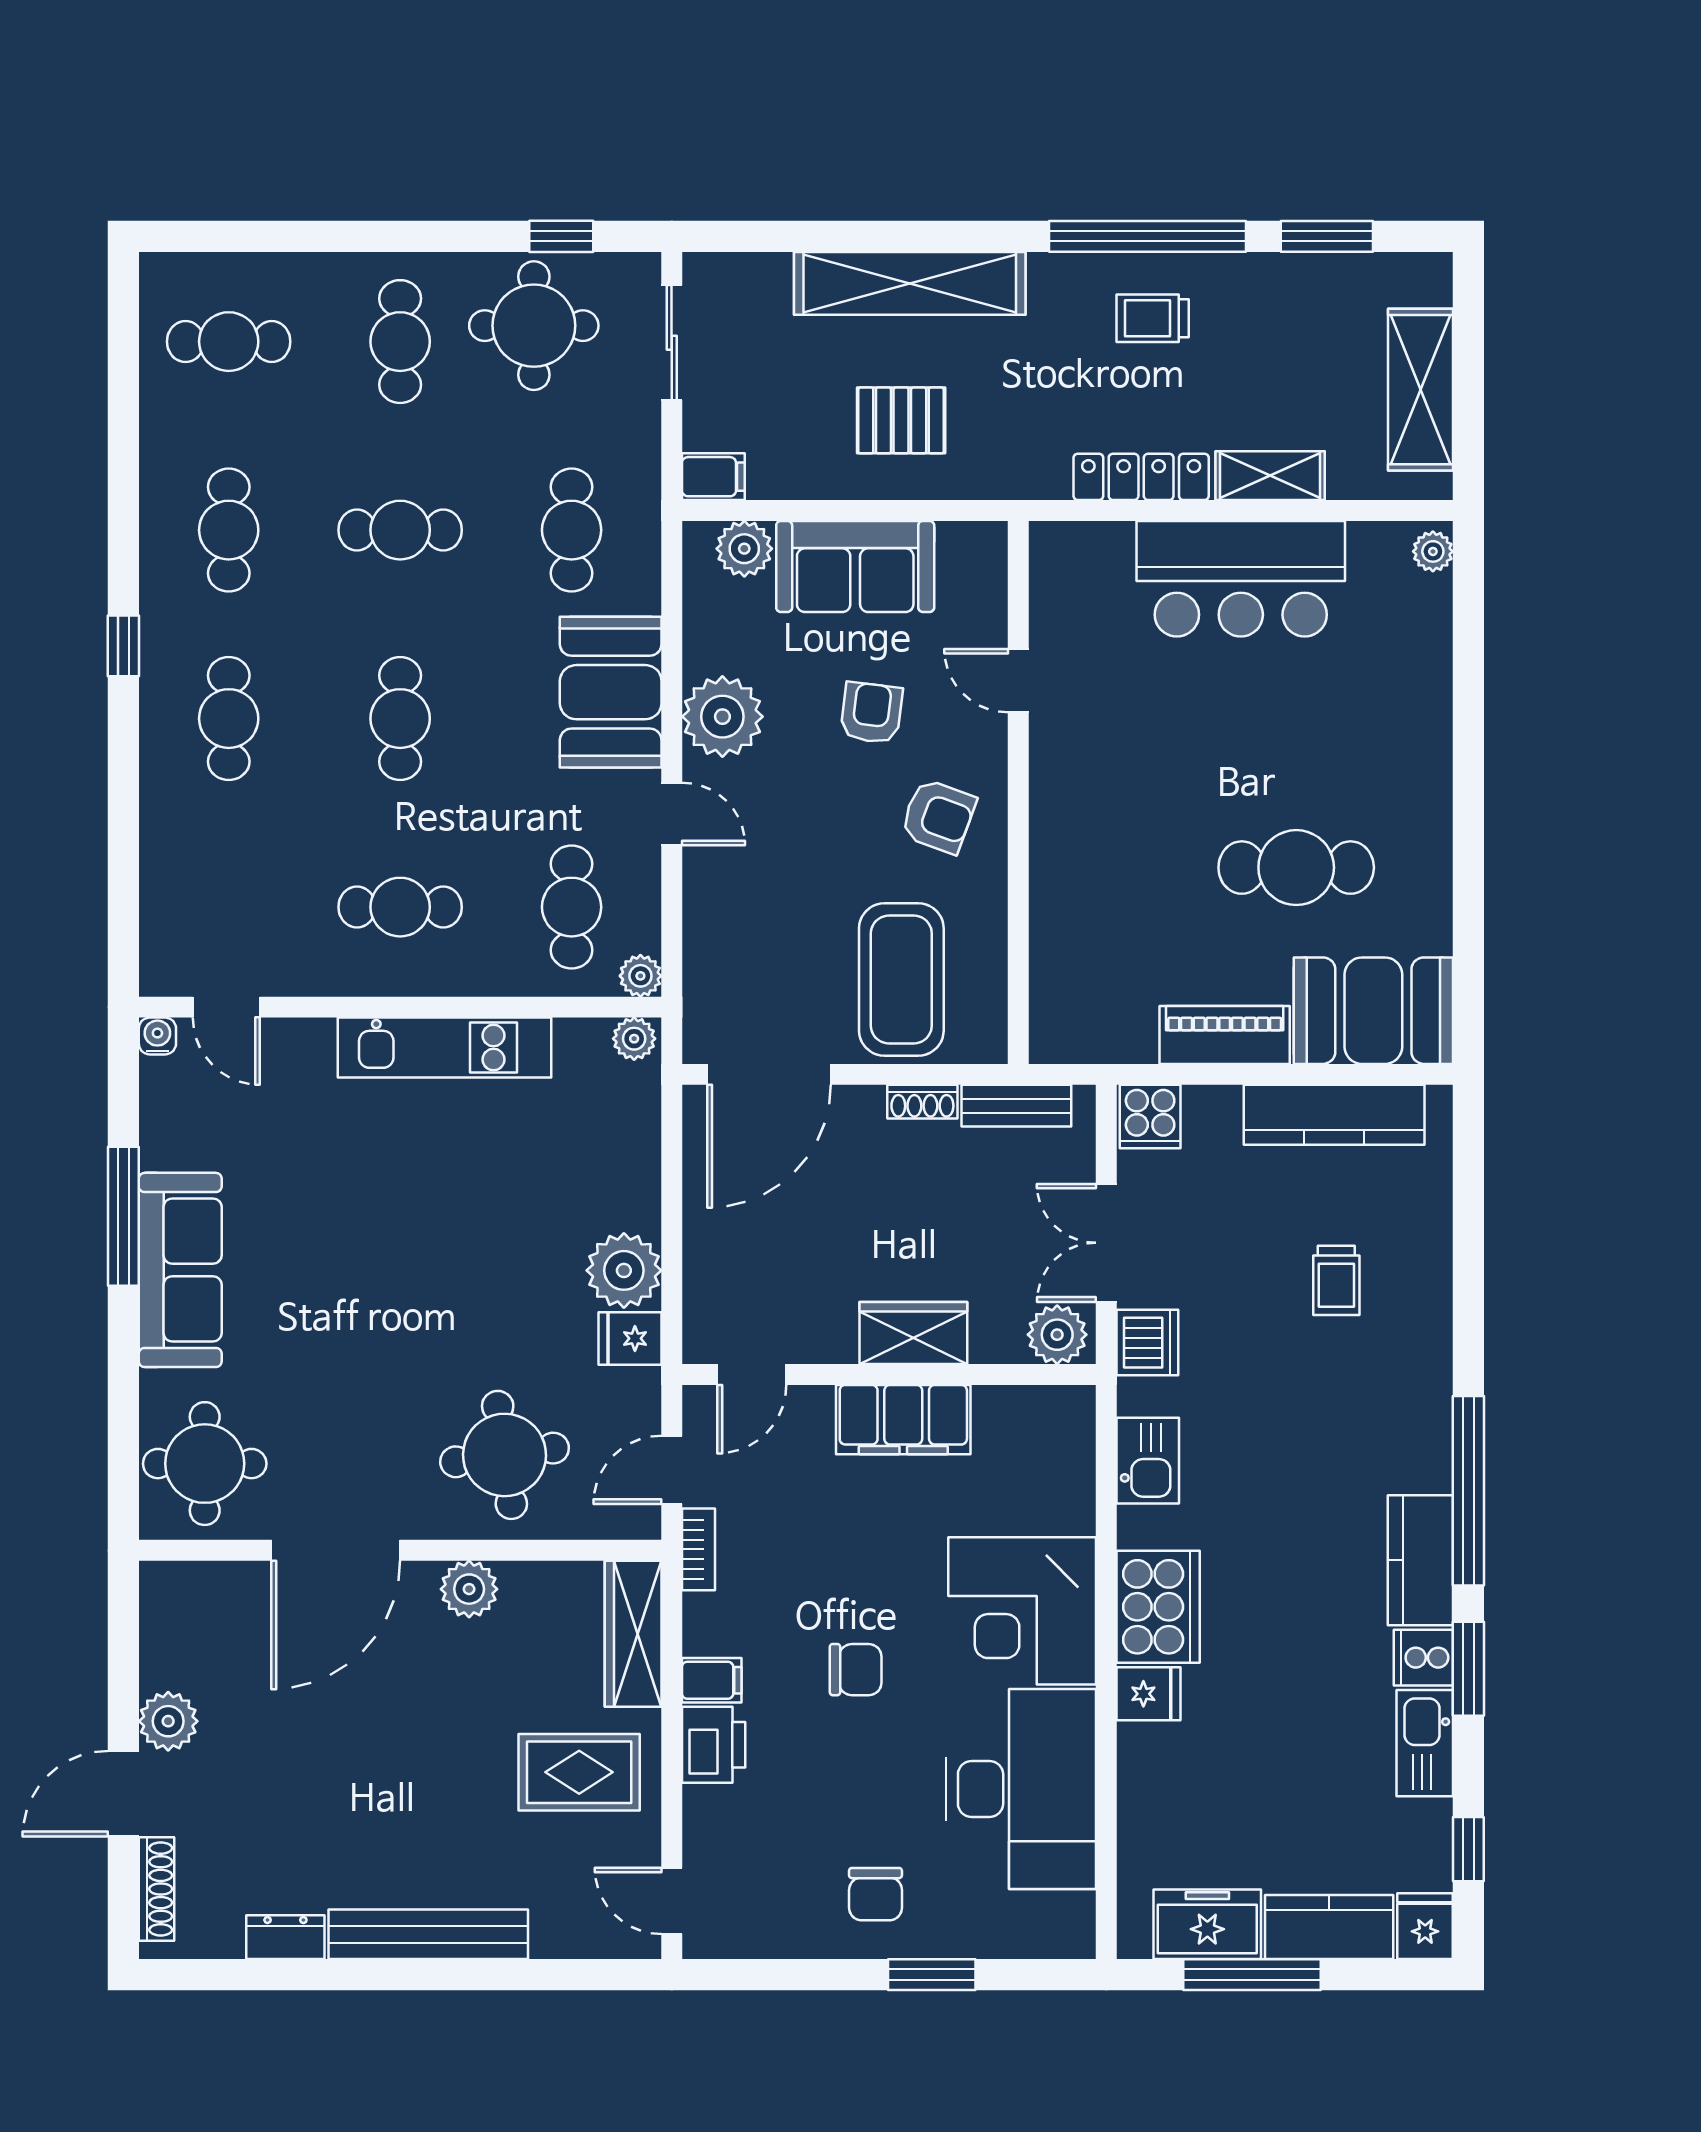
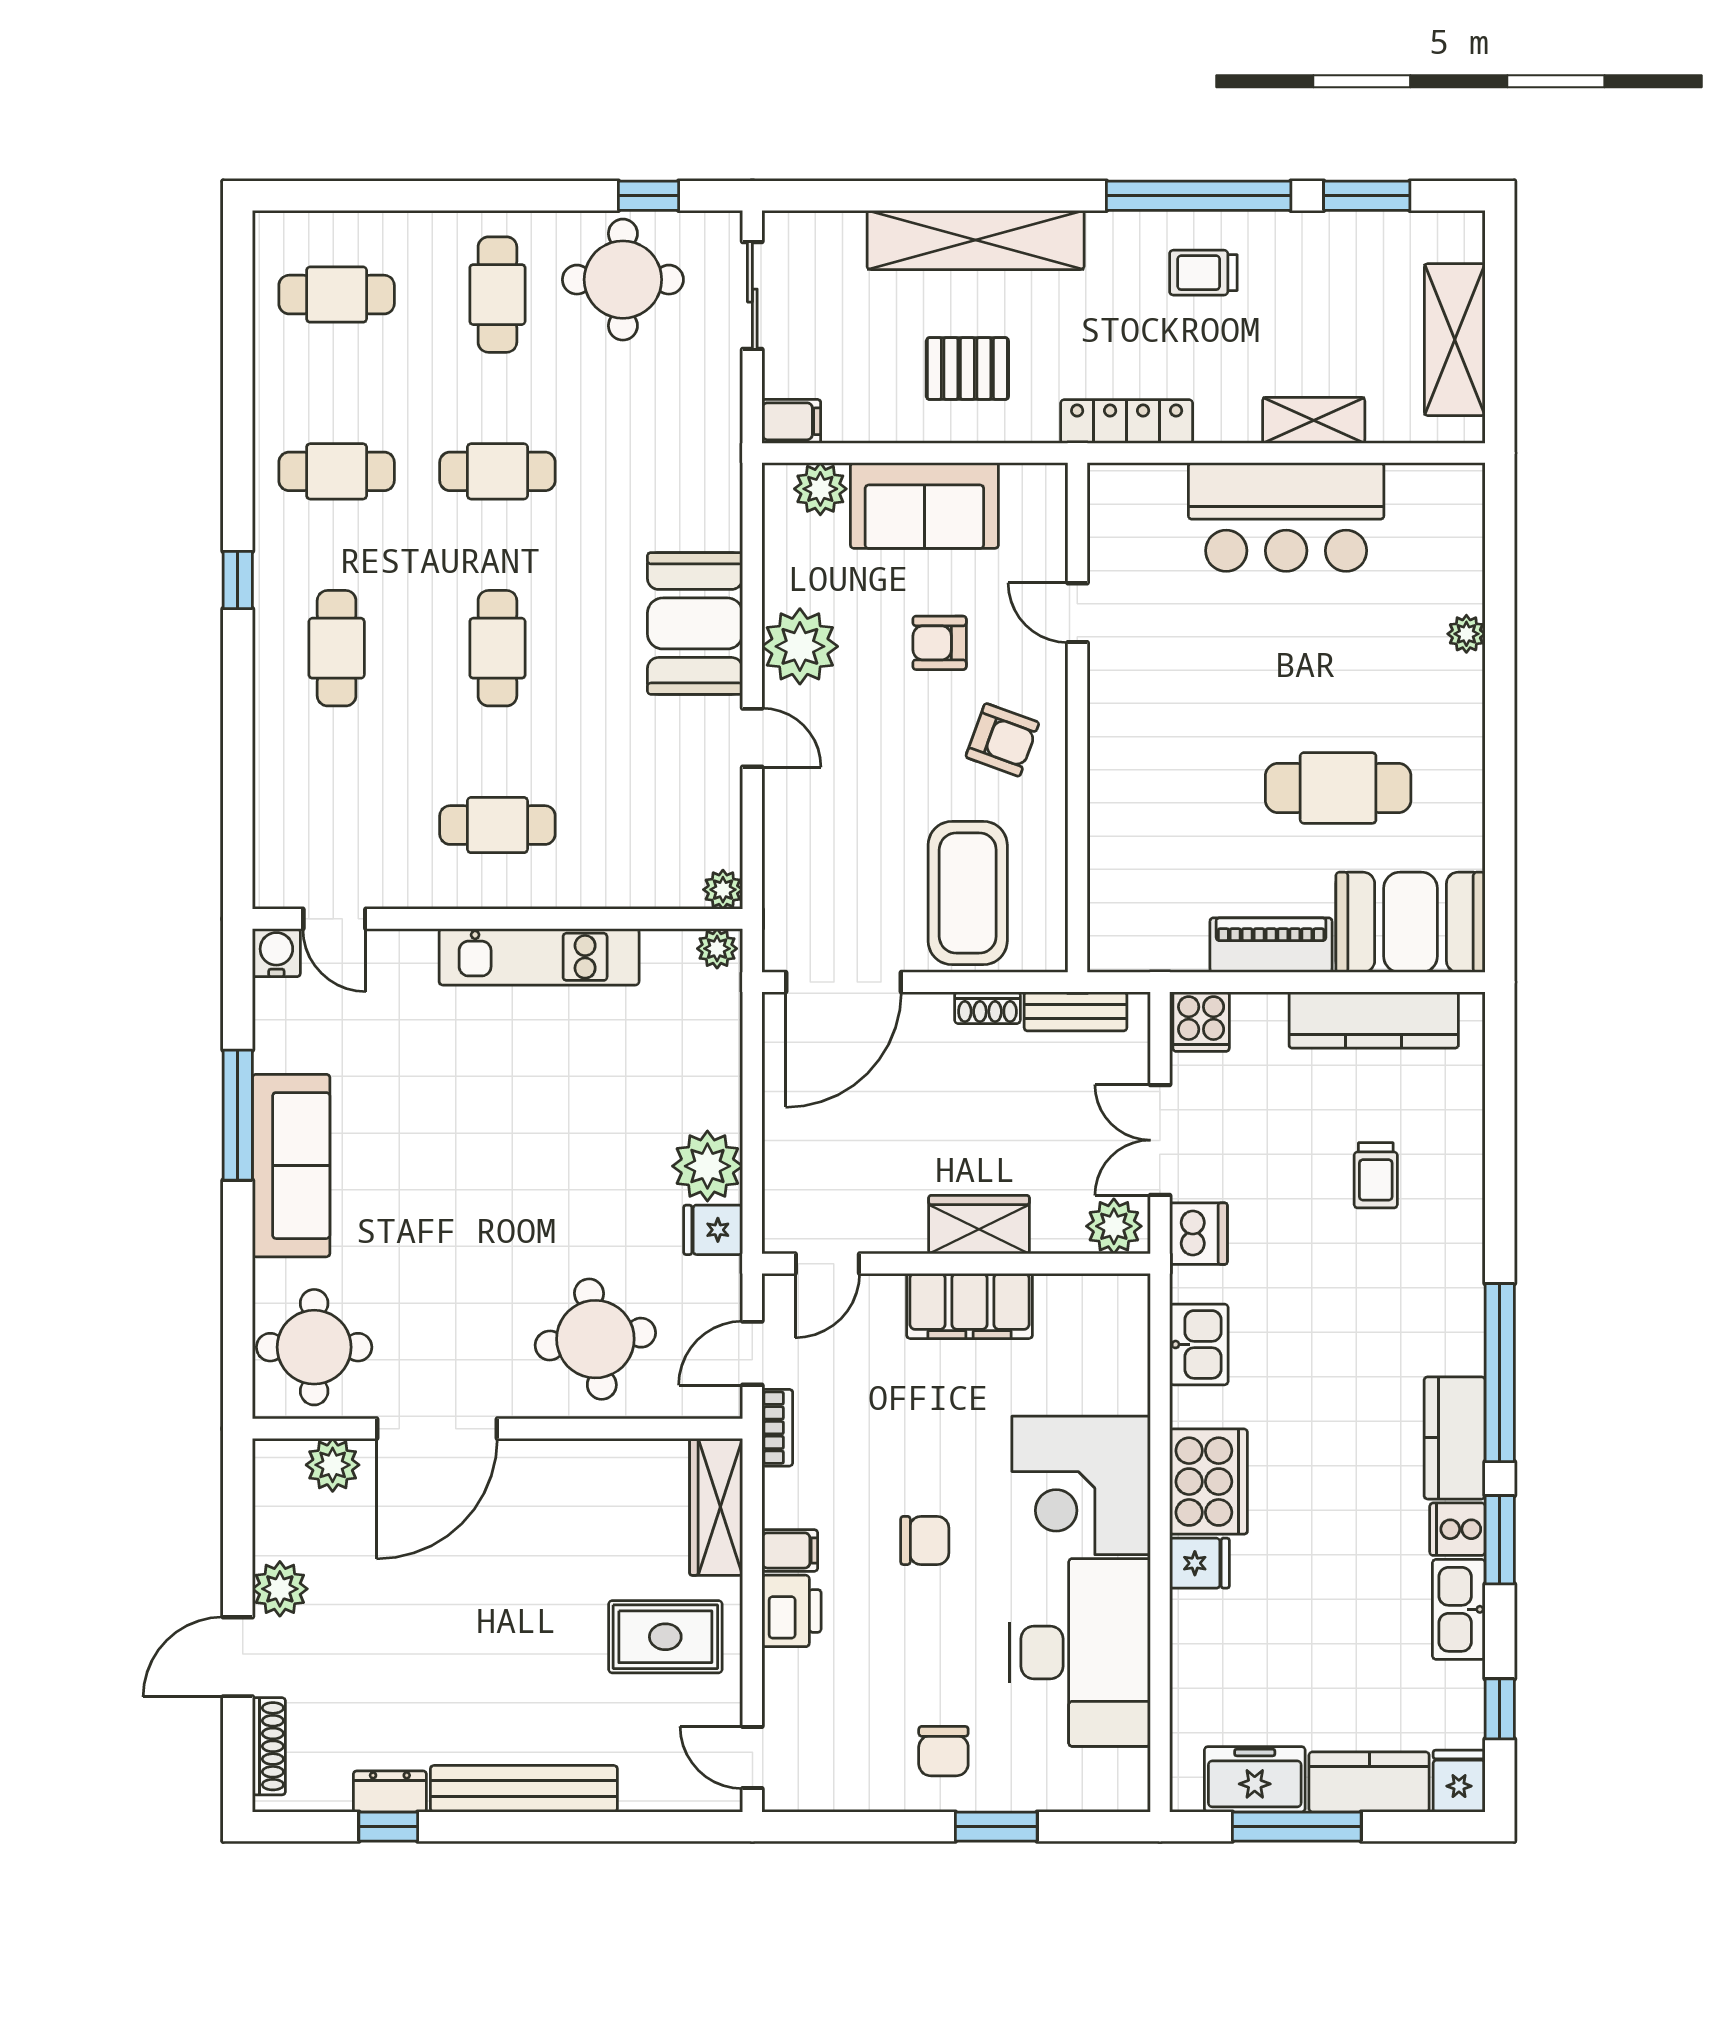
locker: (1141, 477) -> (1127, 421), moved
cafe table: (229, 530) -> (337, 471), turned 90
cafe table: (572, 530) -> (658, 471), removed
plant: (1433, 551) -> (1466, 634), moved
armchair: (871, 713) -> (940, 643), turned -97
cafe table: (572, 907) -> (658, 825), removed
water cooler: (157, 1036) -> (276, 953), width x1.38, depth x1.38
plant: (469, 1589) -> (333, 1465), moved
window: (284, 1975) -> (388, 1827), added

